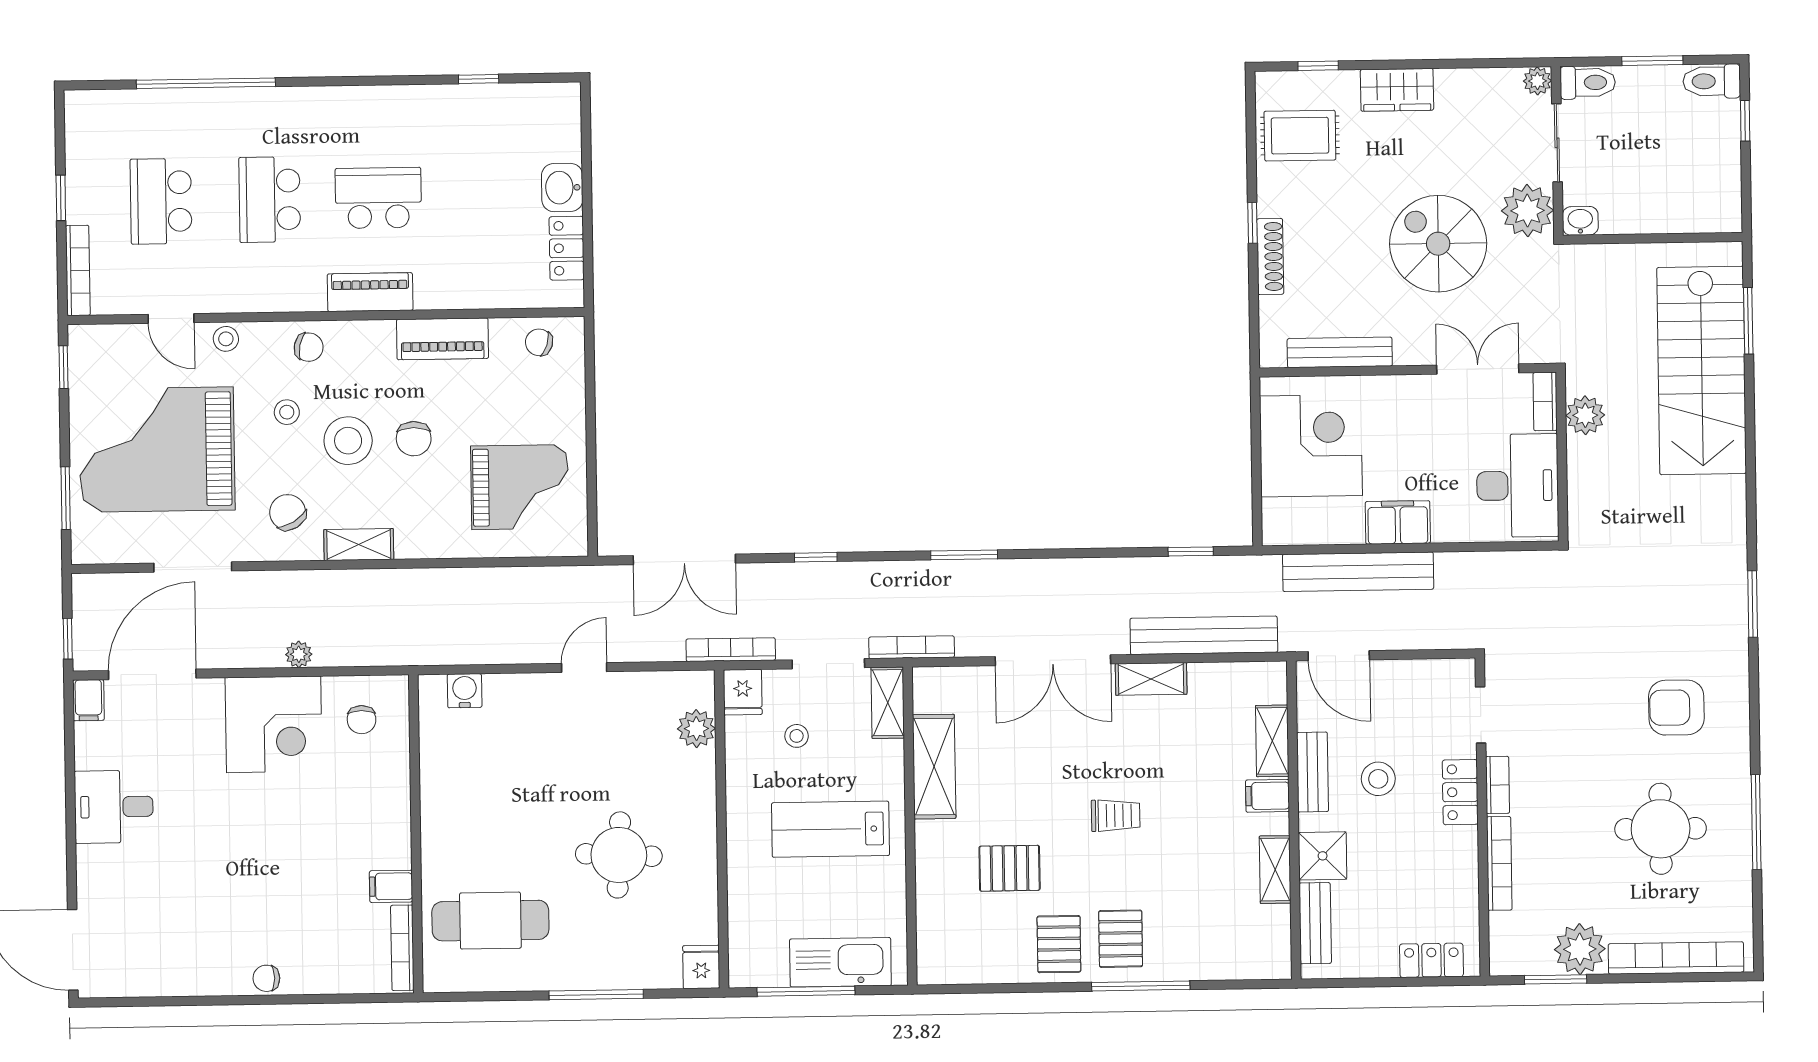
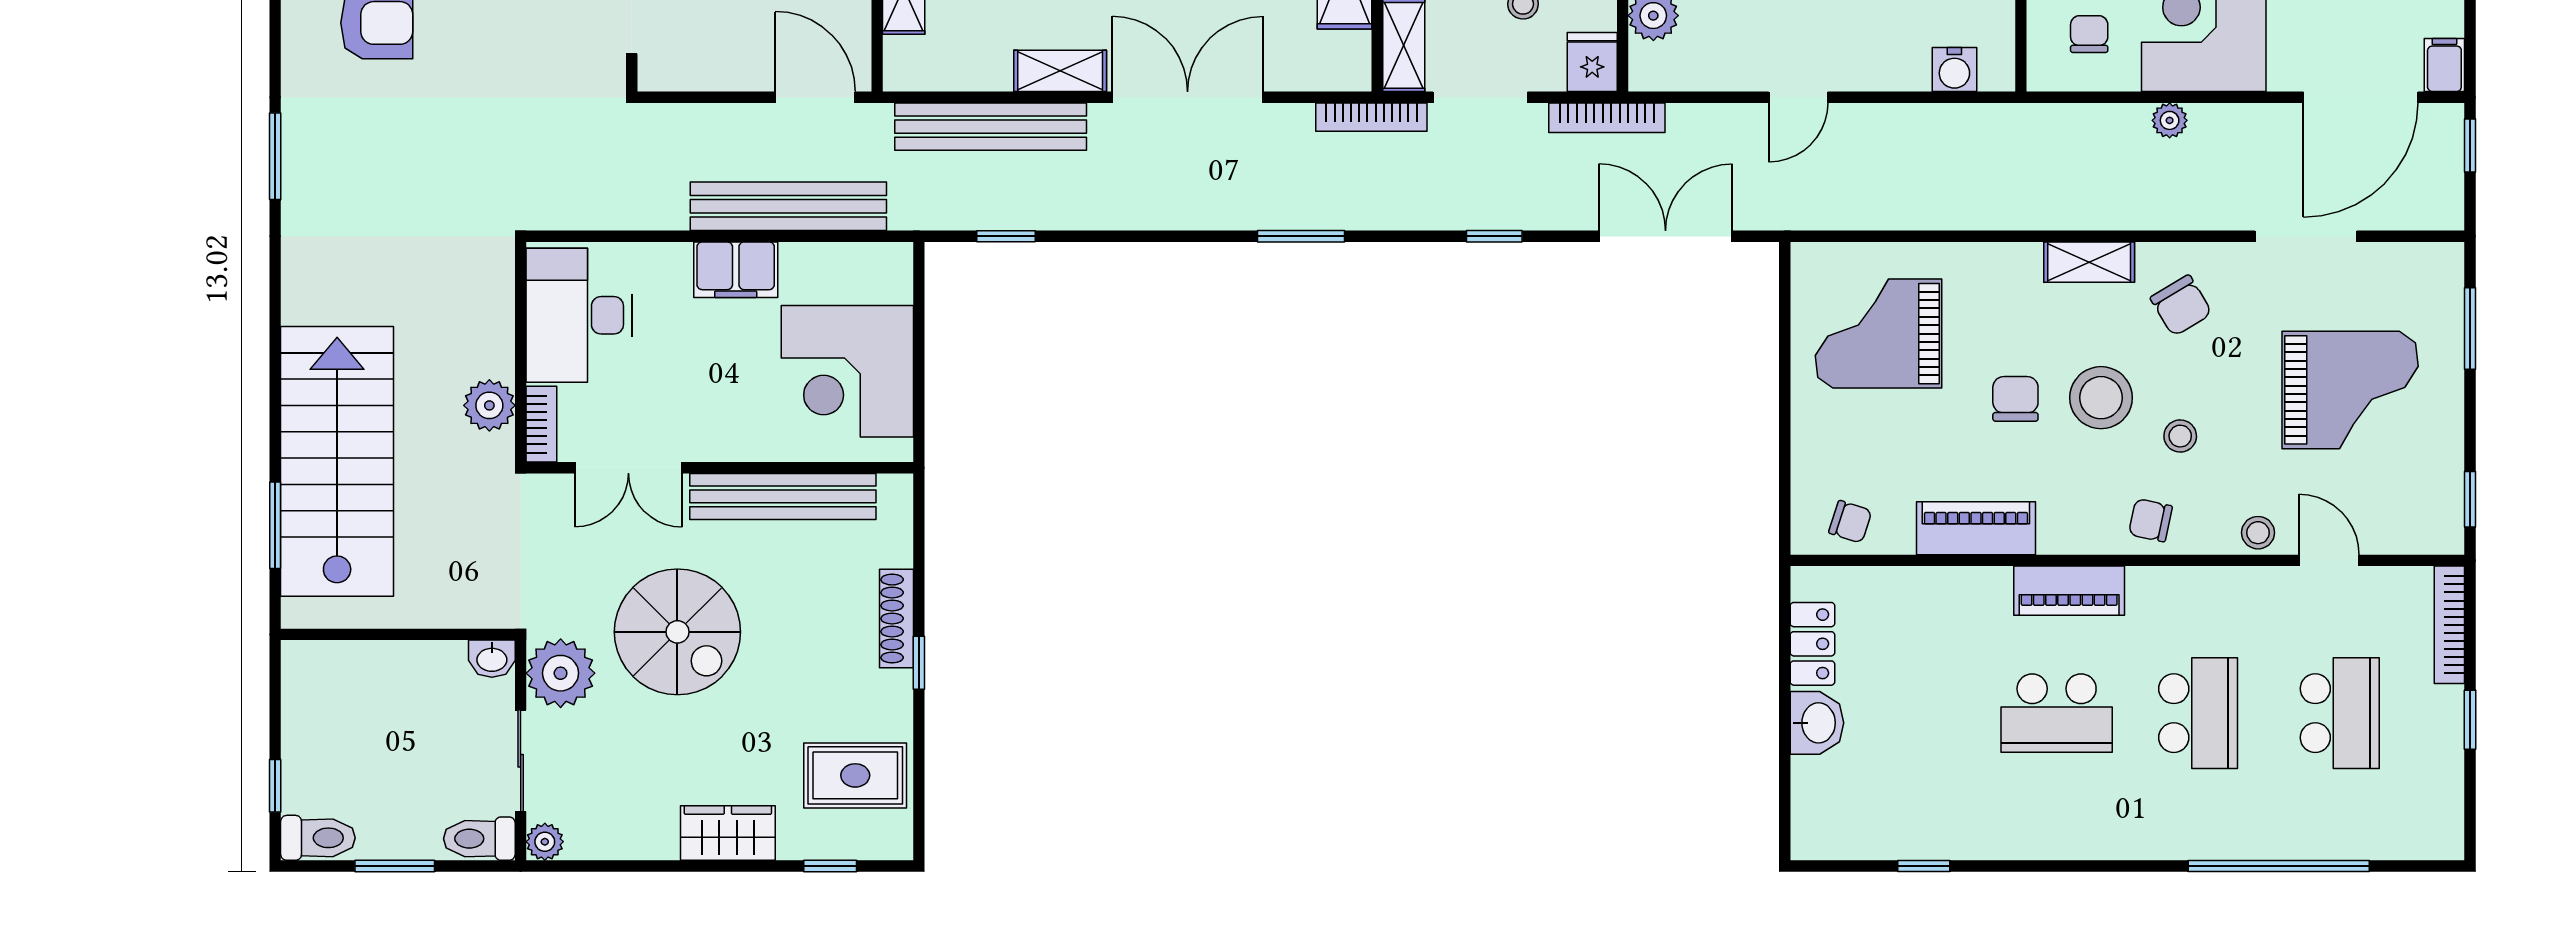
bench: (1340, 352) -> (783, 496), width x1.37, depth x1.21
grand piano: (157, 450) -> (2350, 390), width x0.73, depth x0.68

